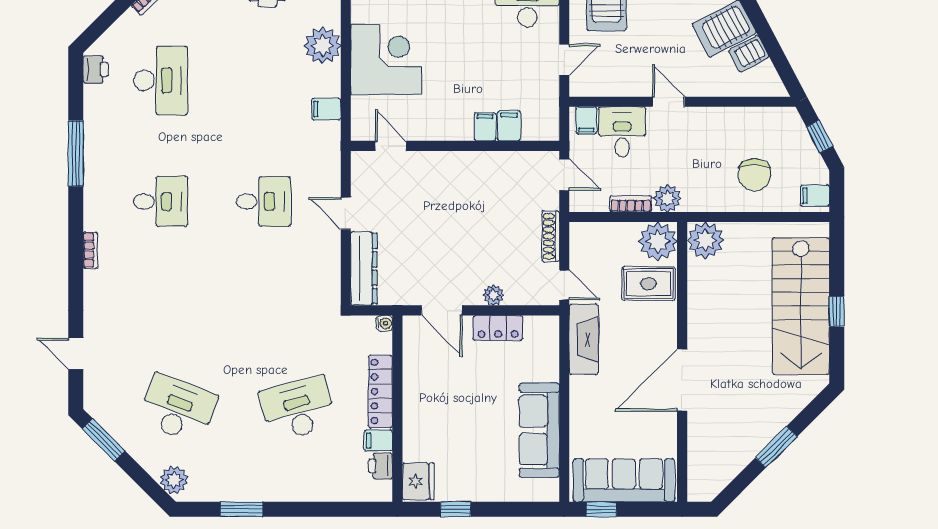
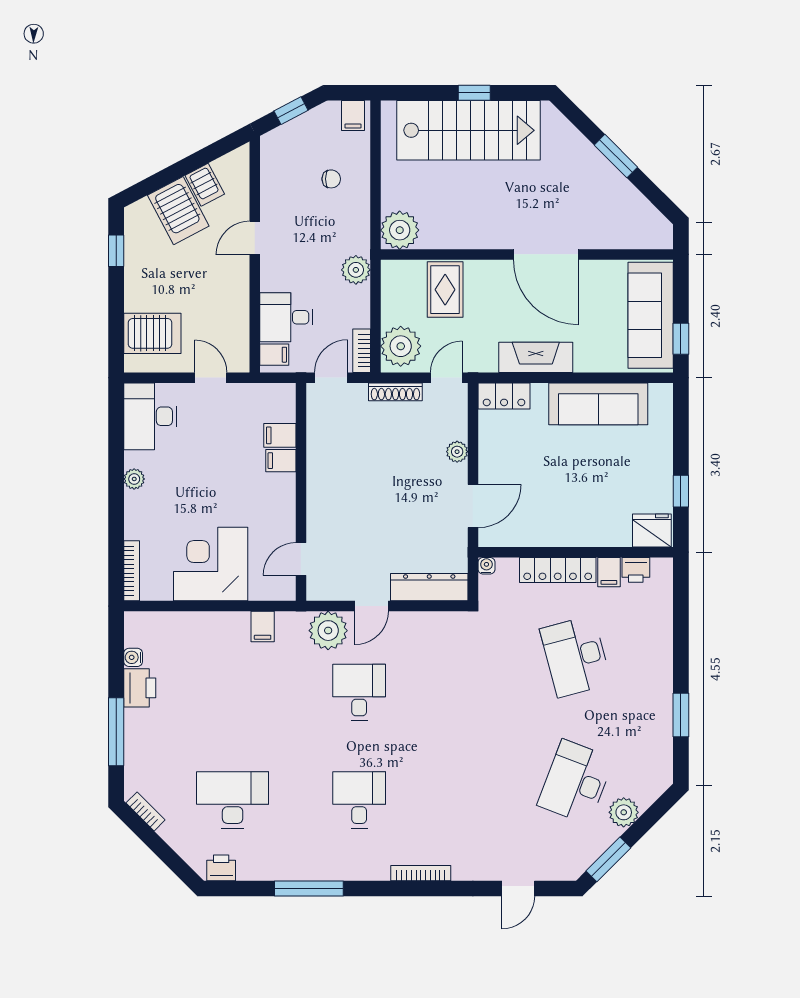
plant: (322, 45) -> (328, 631), moved
door: (668, 102) -> (255, 238), moved
chair: (754, 175) -> (331, 179), width x0.54, depth x0.54
bookcase: (631, 204) -> (362, 351), moved
plant: (658, 241) -> (401, 346), moved
bookcase: (90, 250) -> (421, 873), width x1.56
locker: (498, 328) -> (504, 396), moved, turned 90
fireplace: (584, 339) -> (536, 357), moved
plant: (174, 480) -> (624, 812), moved

